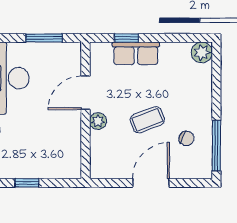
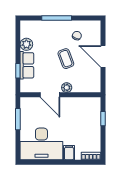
plant: (202, 52) -> (26, 44), moved
window: (216, 146) -> (57, 18), moved
window: (27, 183) -> (103, 119), moved

